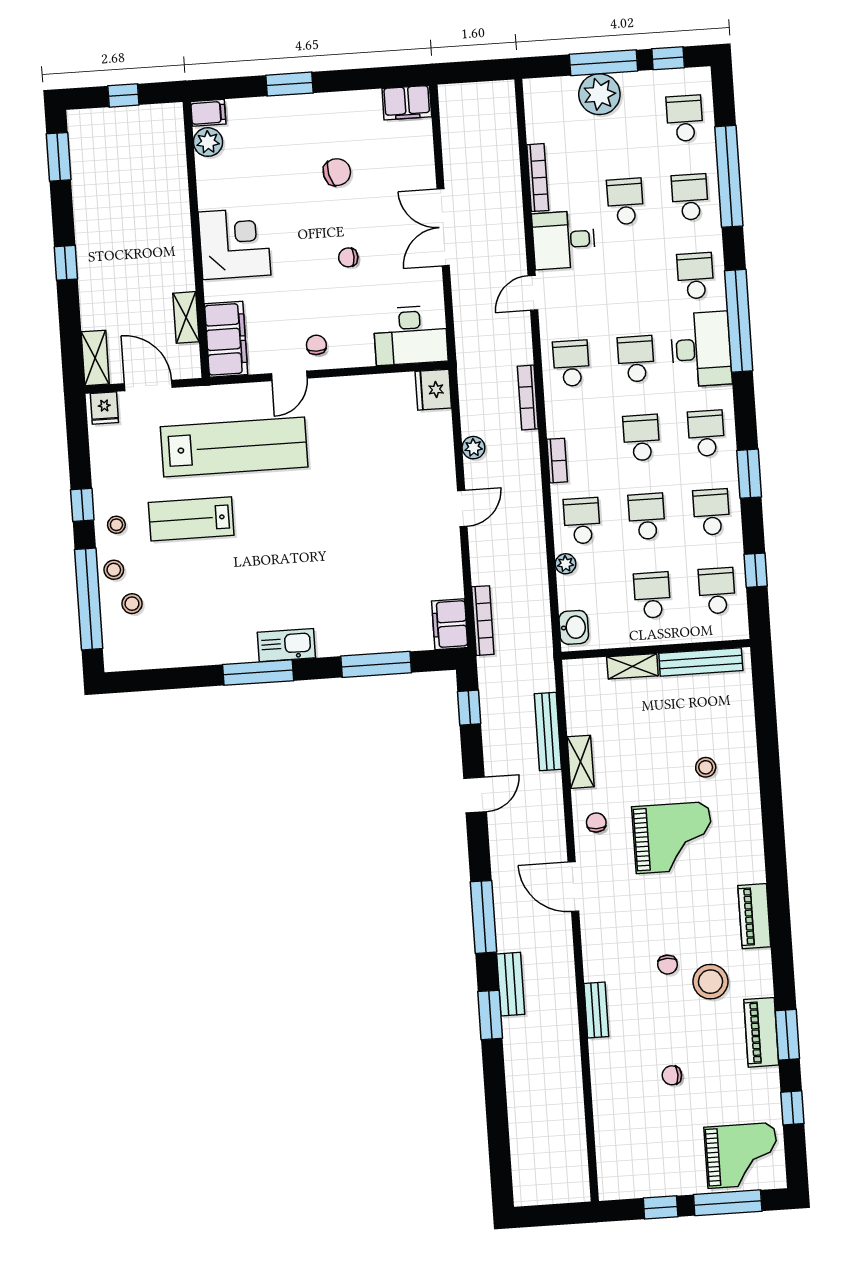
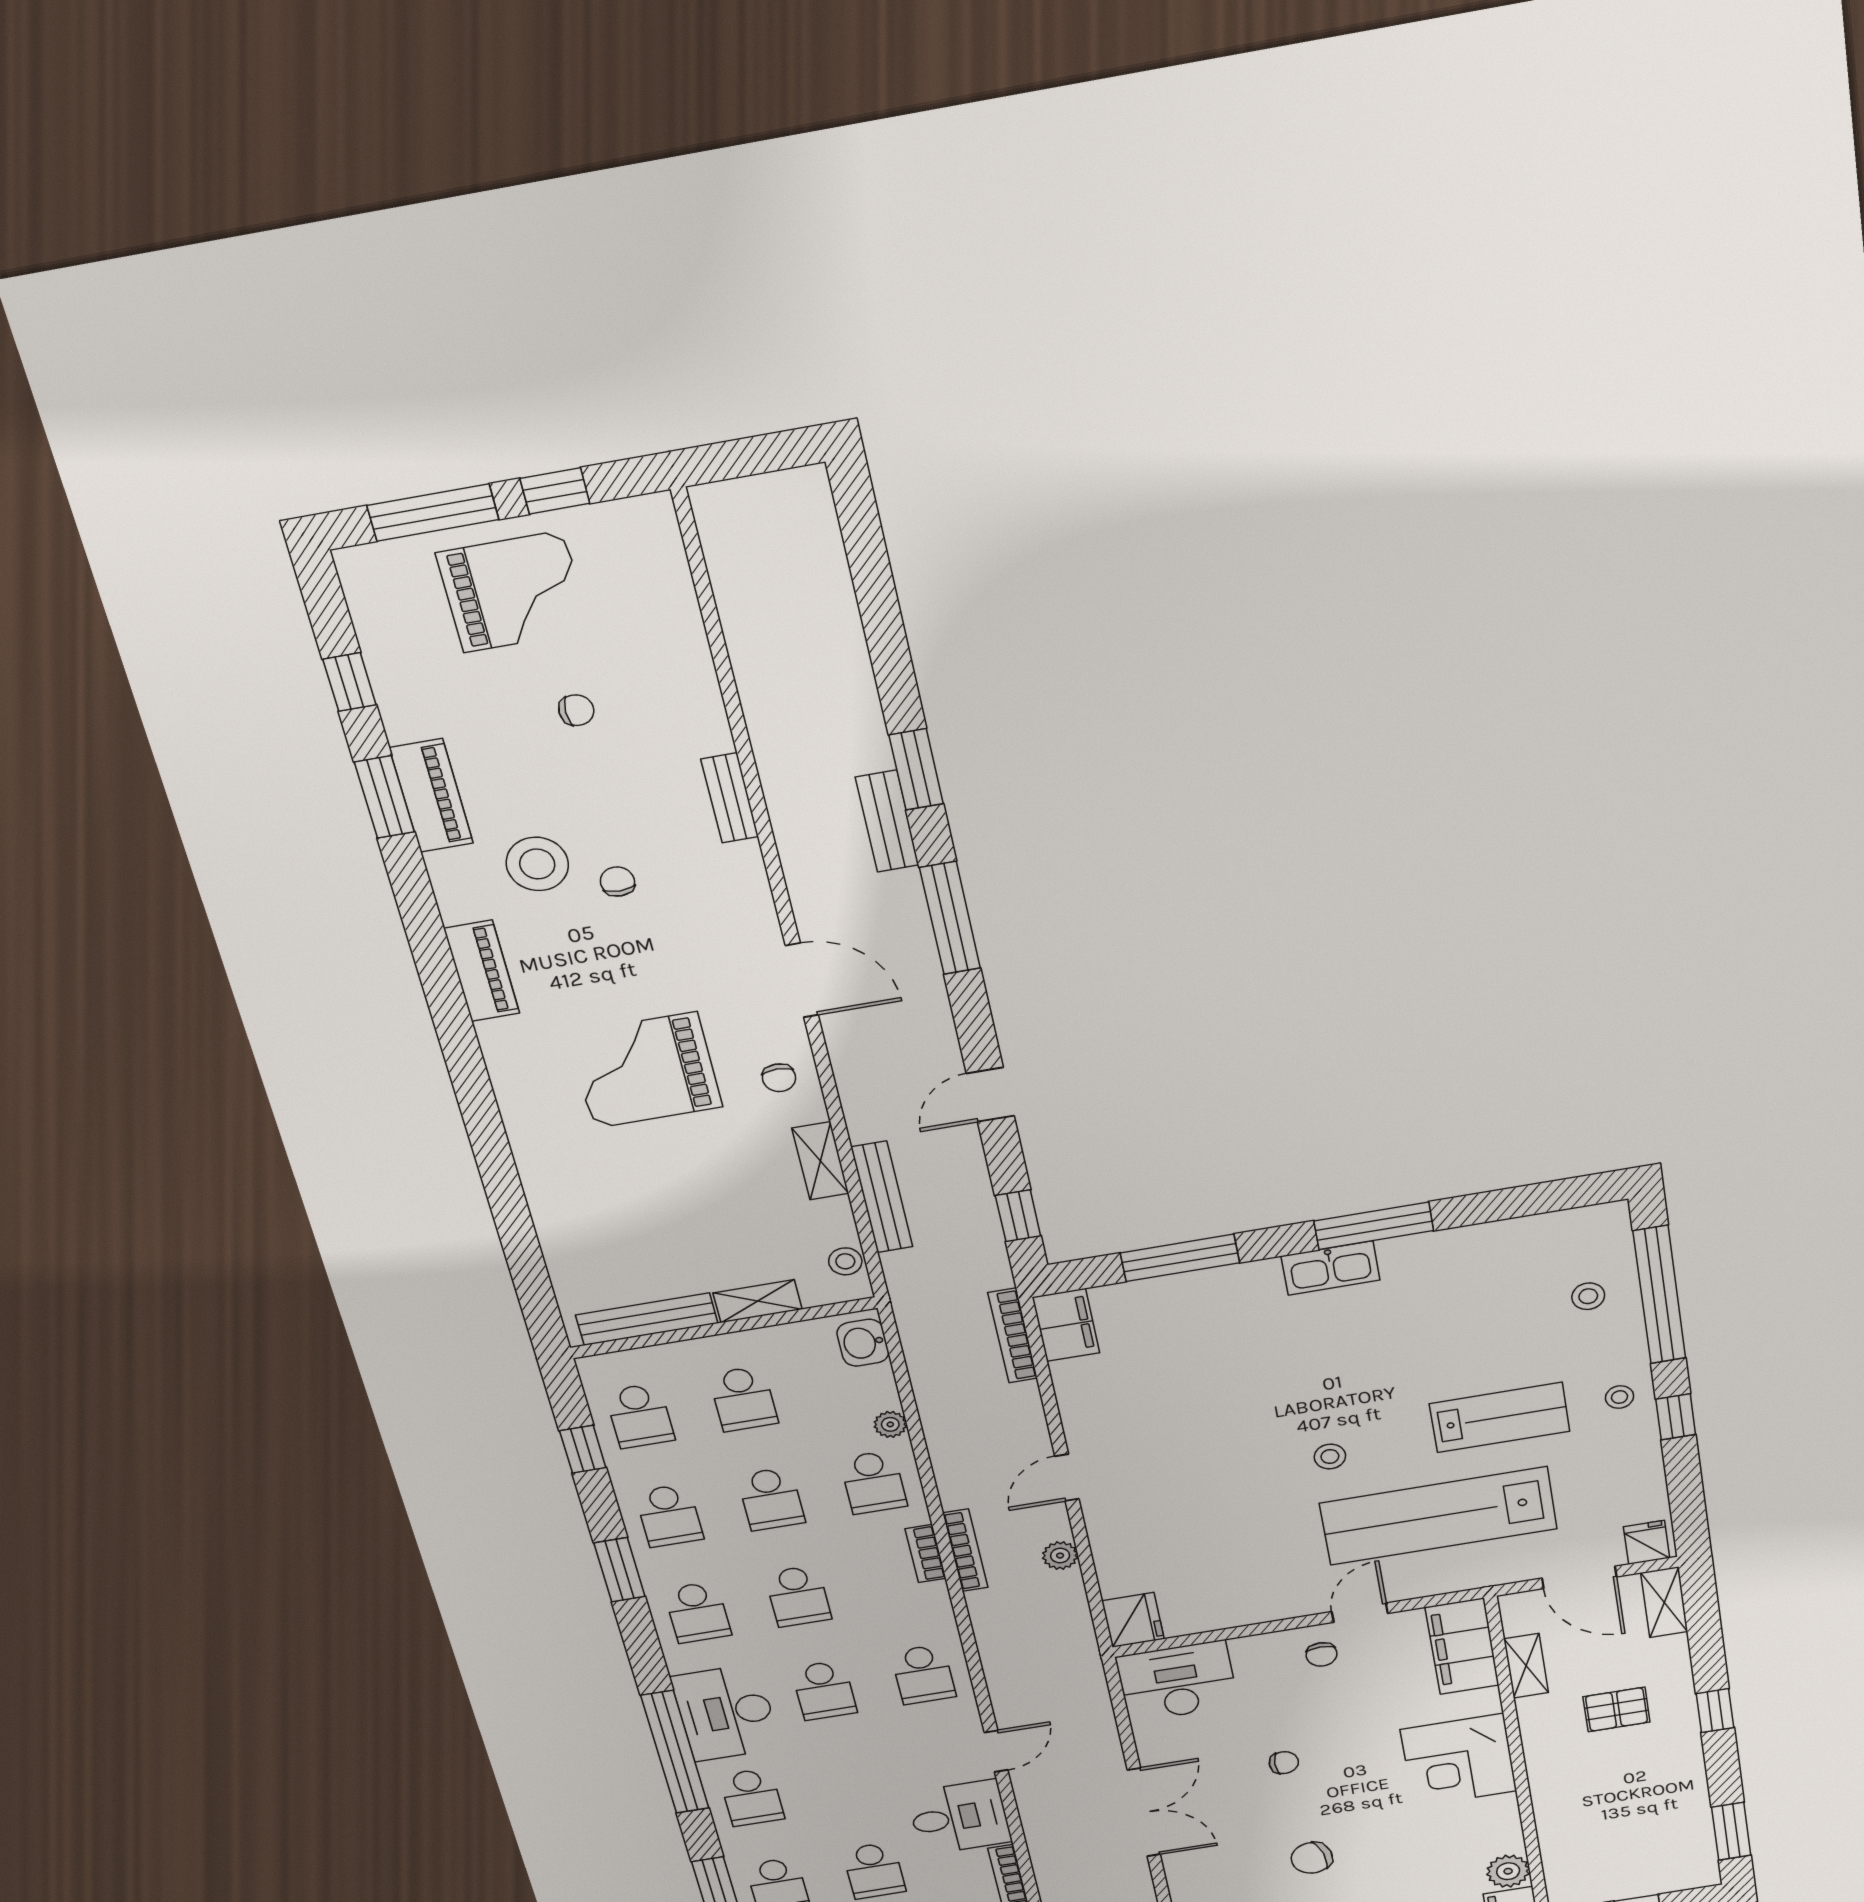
pallet: (130, 273) -> (1617, 1709), added
bookcase: (528, 398) -> (965, 1550), moved
stool: (114, 570) -> (1330, 1457), moved
stool: (706, 767) -> (845, 1261), moved
grand piano: (741, 1155) -> (513, 592), moved, turned 180

